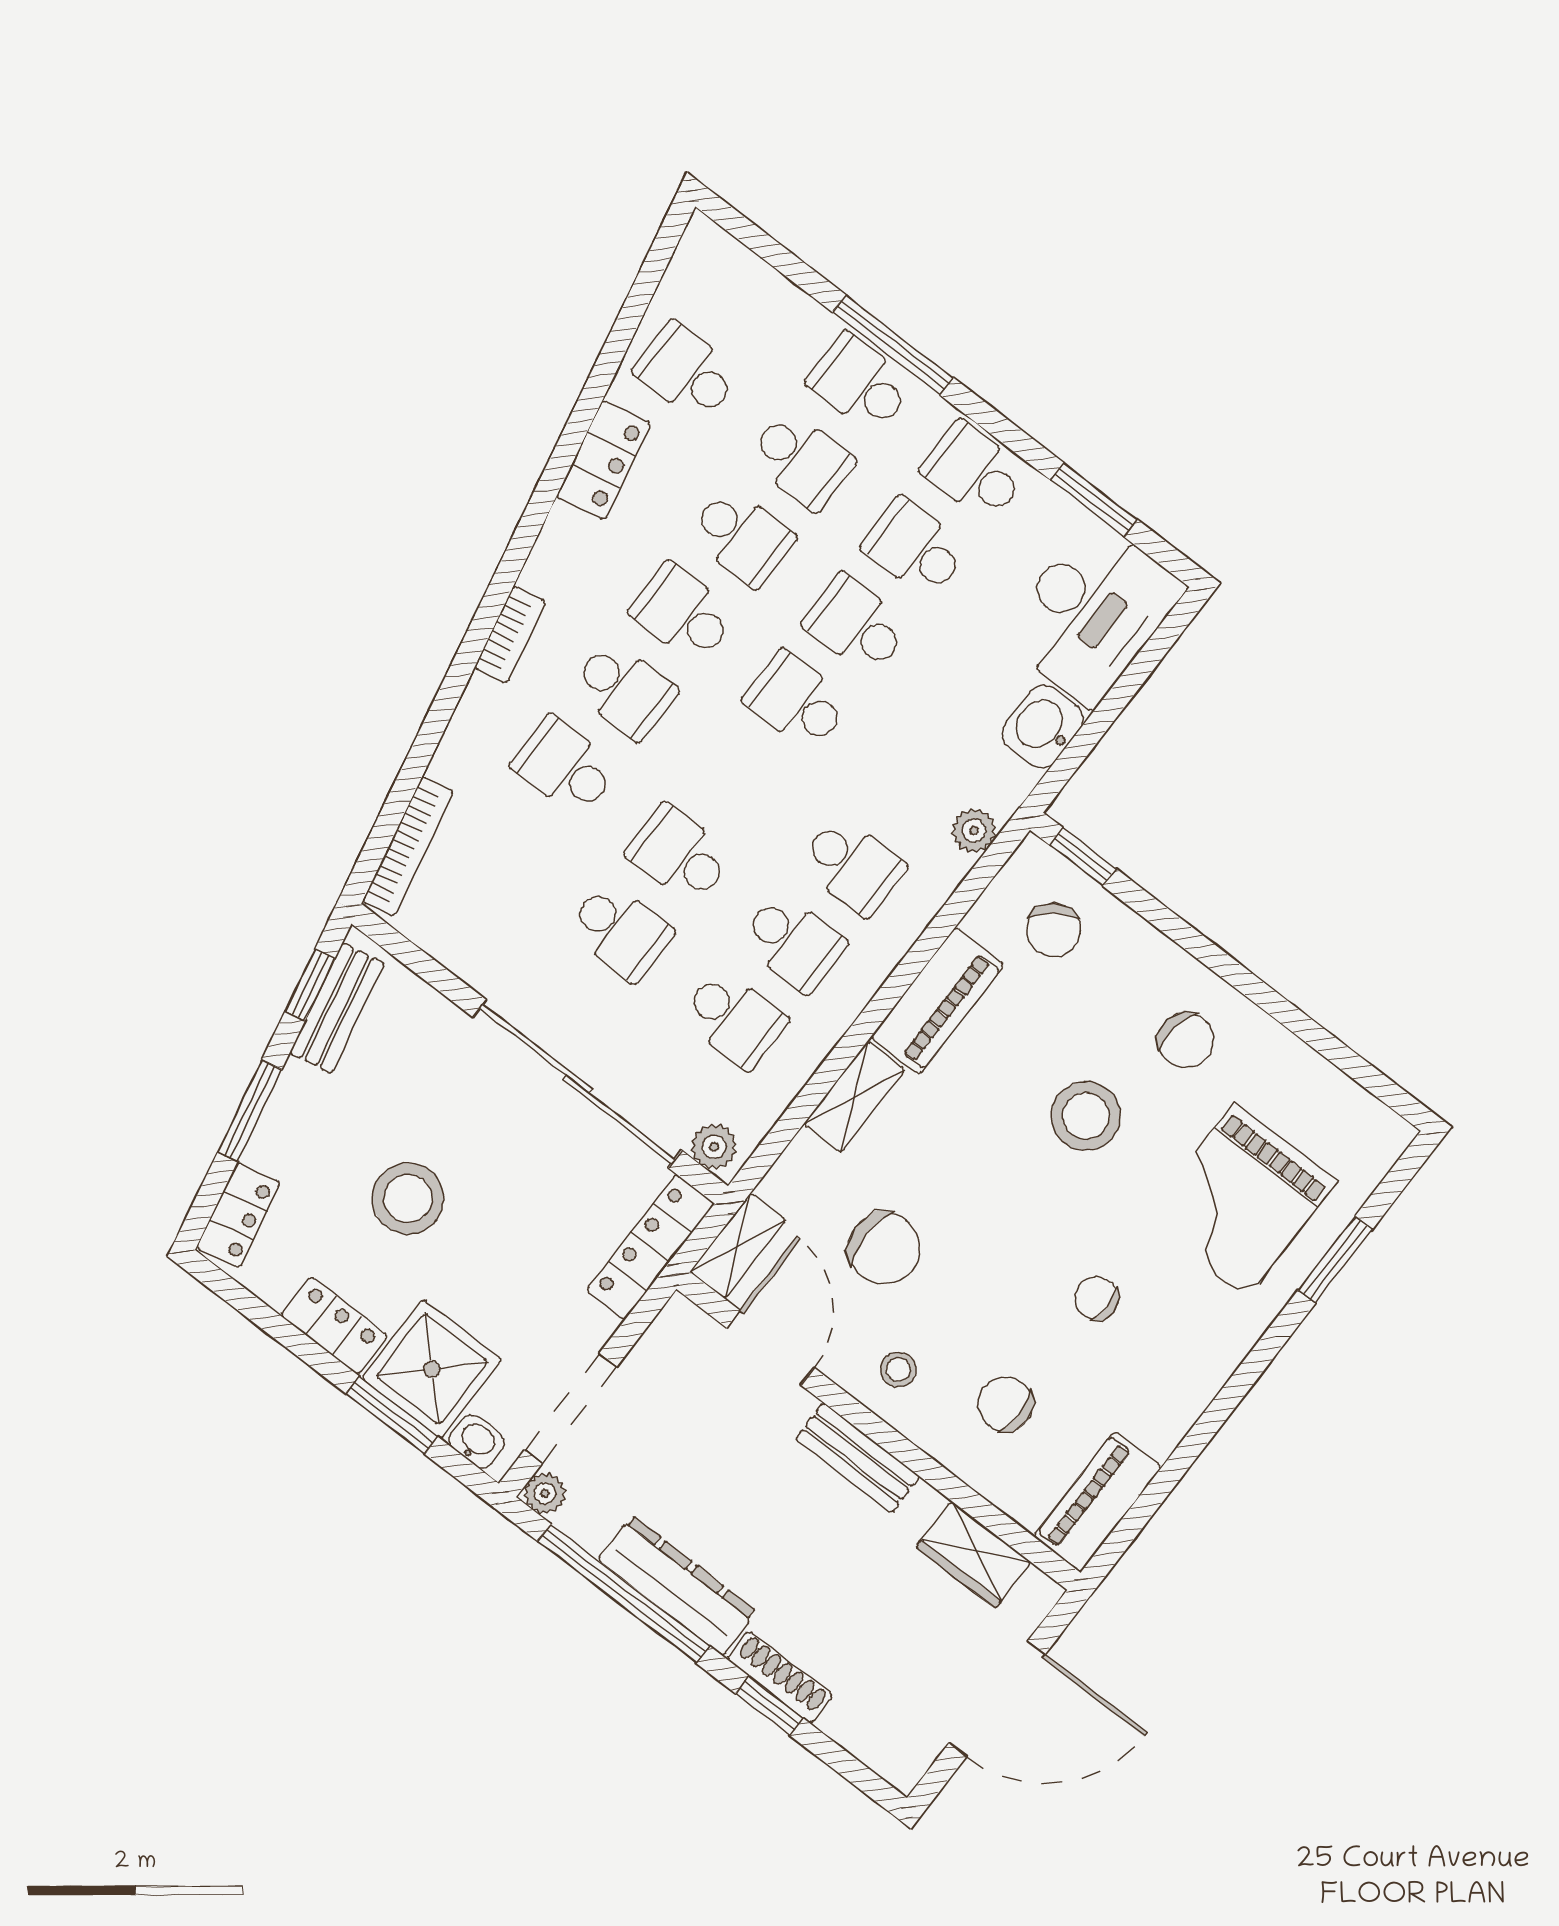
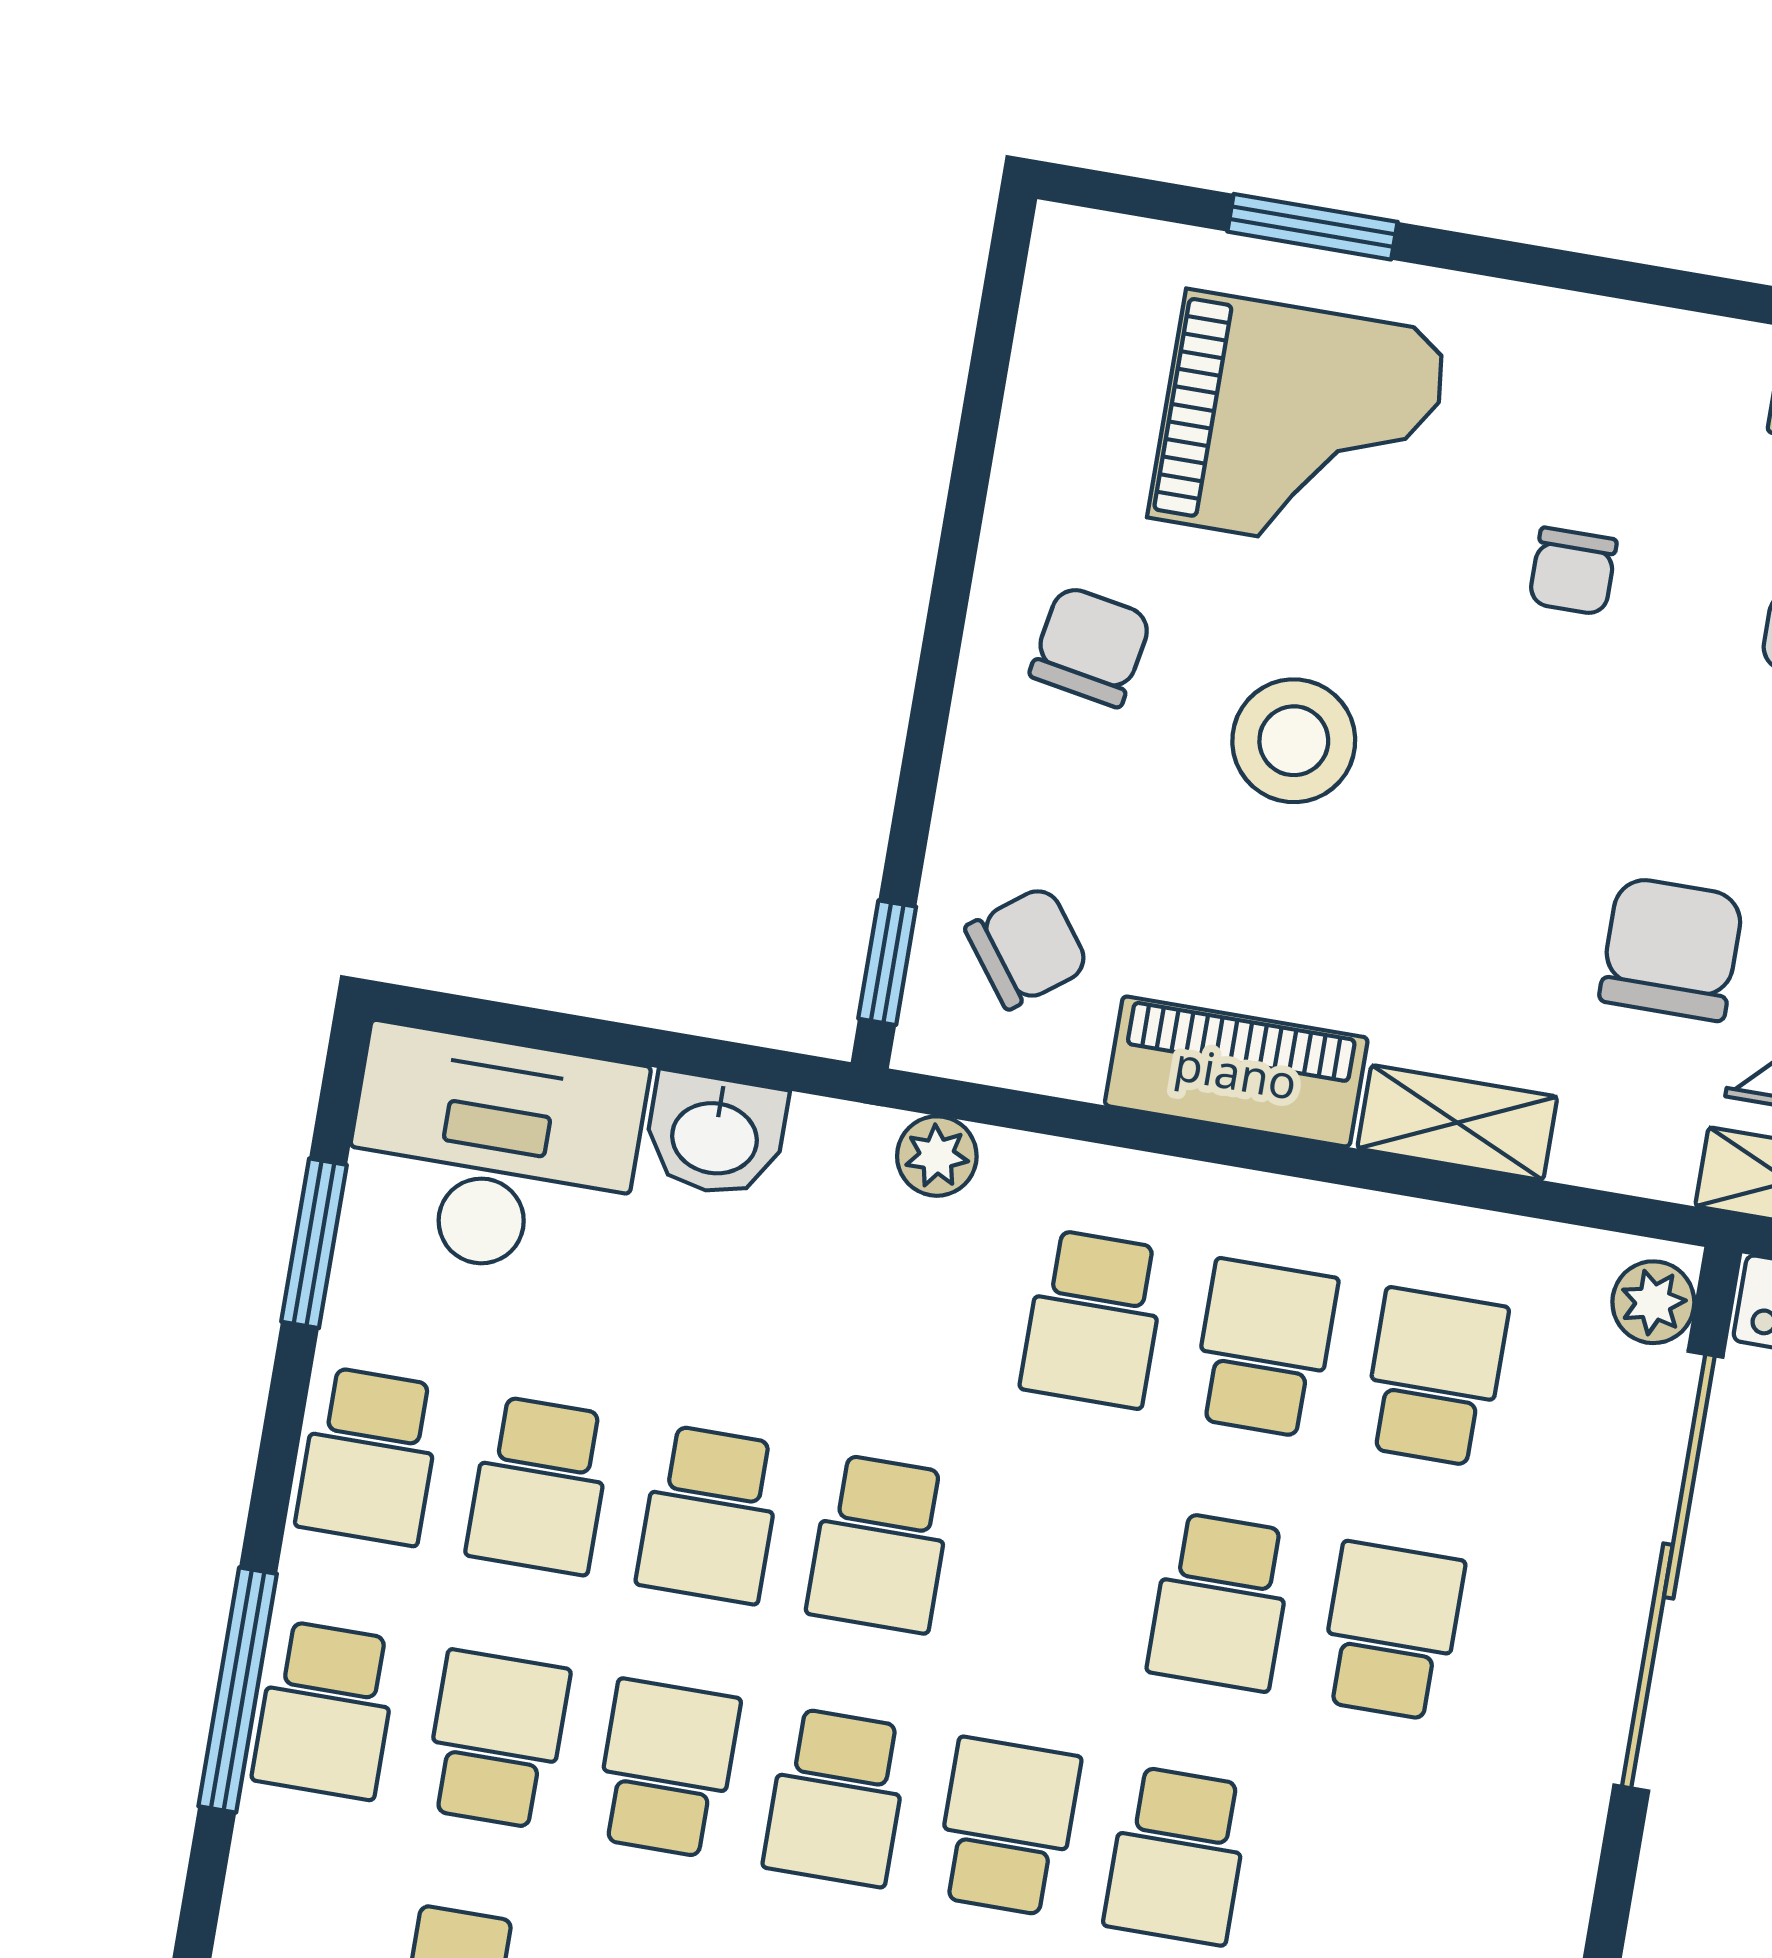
school desk: (852, 866) -> (1094, 1319), turned 180

